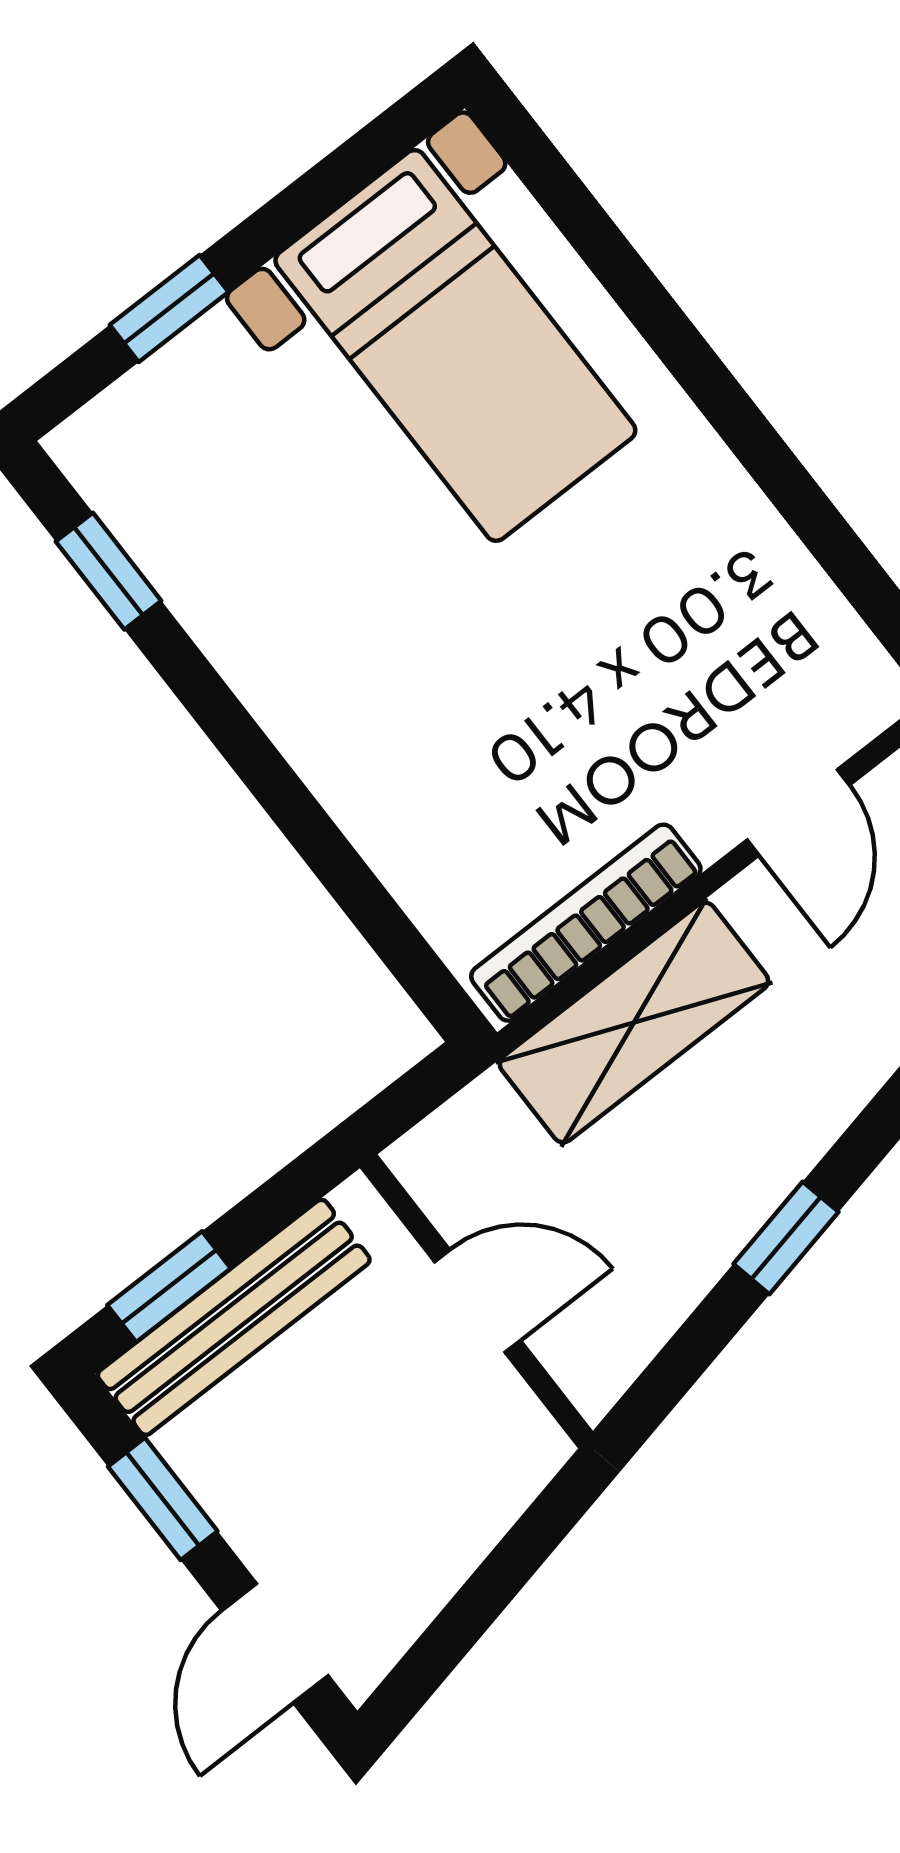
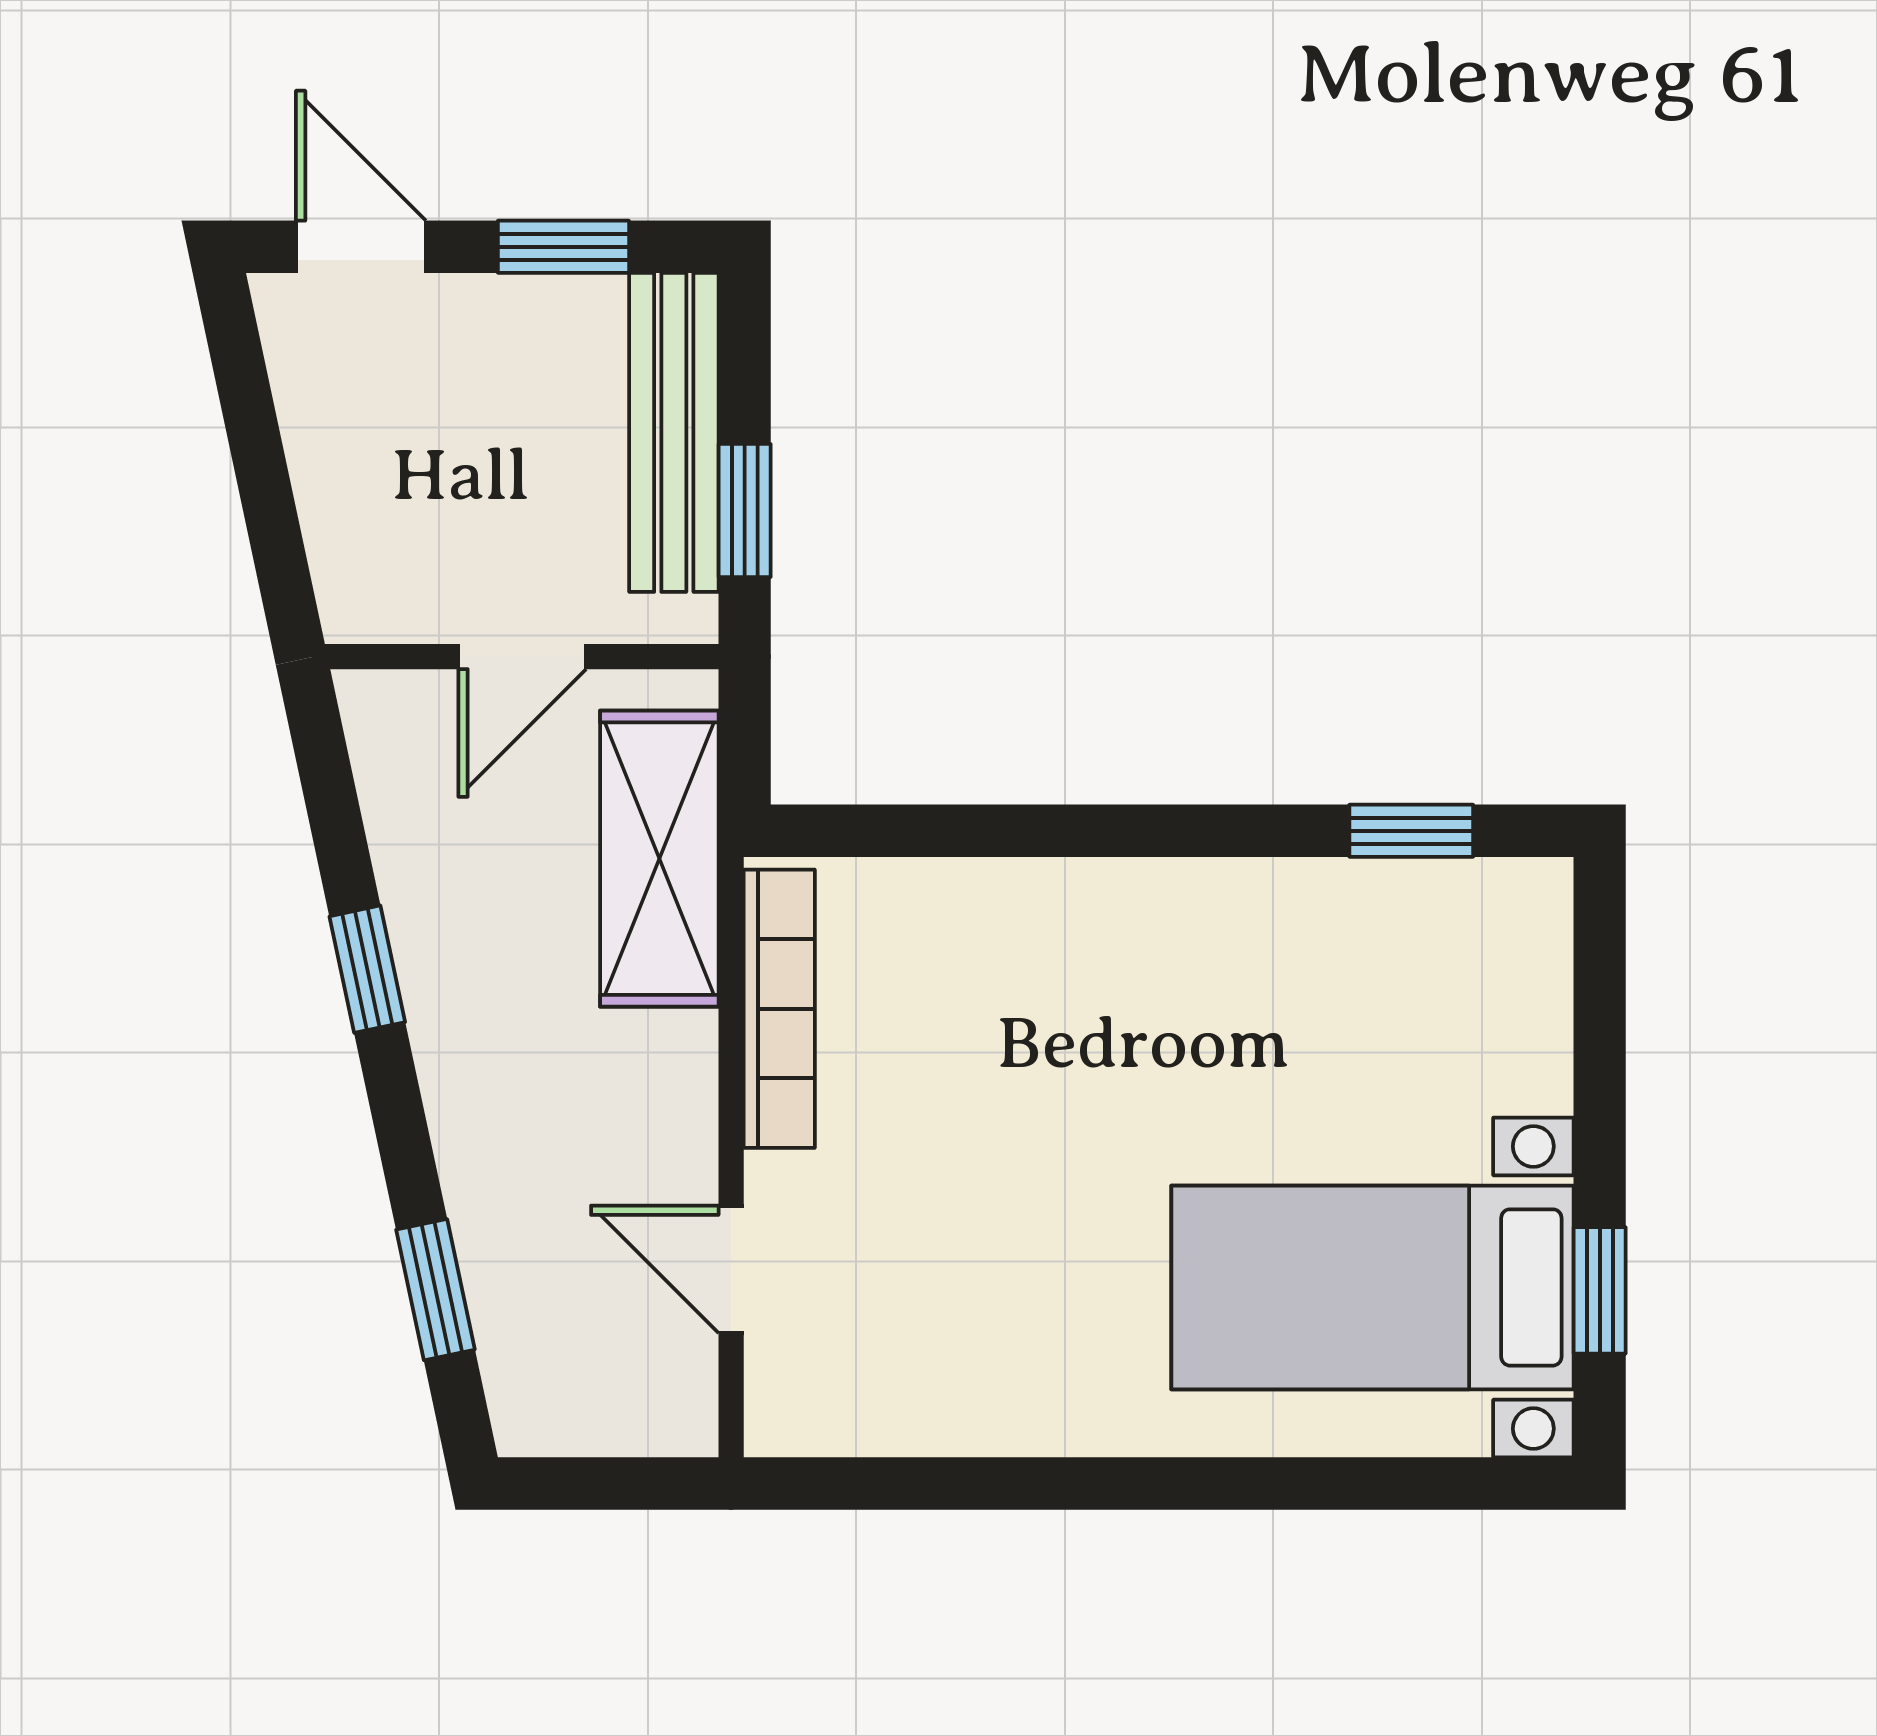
window: (169, 308) -> (1600, 1290), moved
shelving: (634, 1022) -> (659, 859), moved
window: (169, 1287) -> (745, 511), moved

